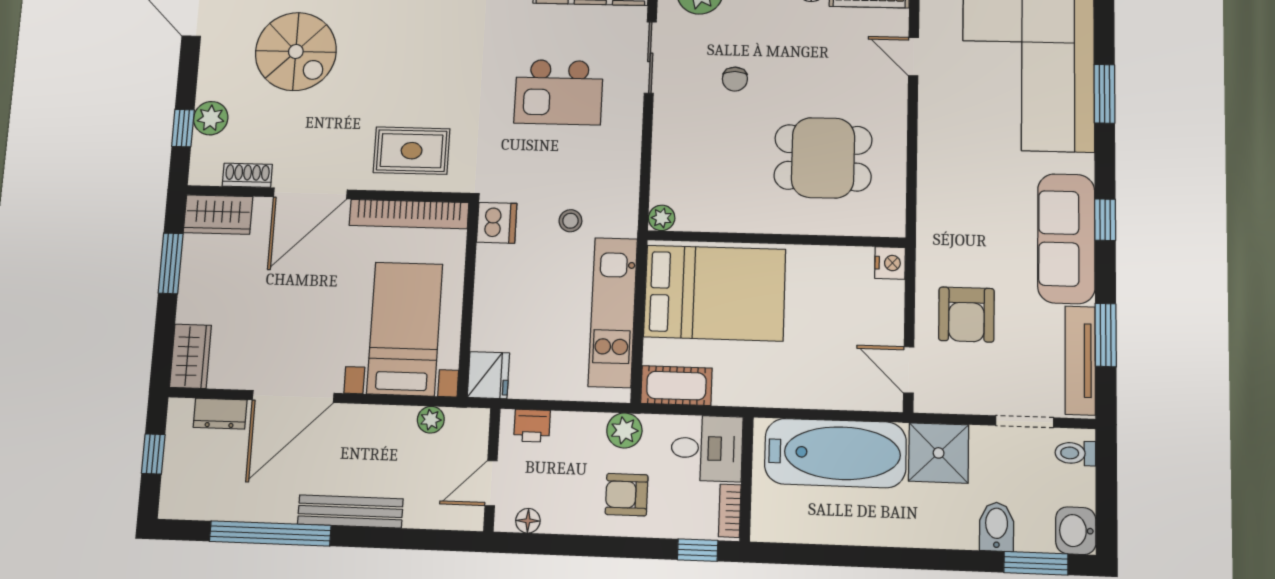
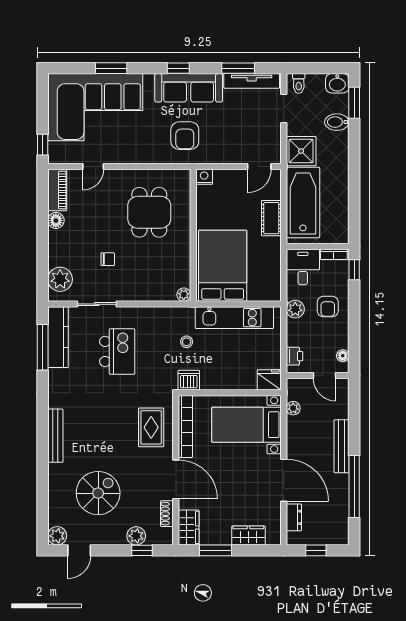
armchair: (966, 314) -> (185, 136), moved, turned 90
wardrobe: (190, 356) -> (248, 535), moved
cot: (676, 386) -> (271, 218), moved

